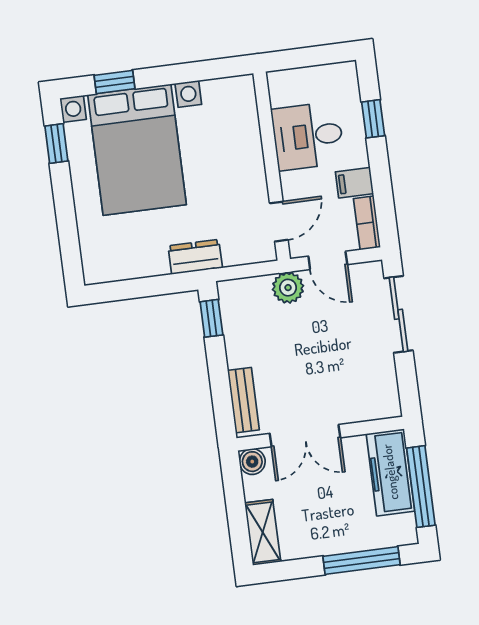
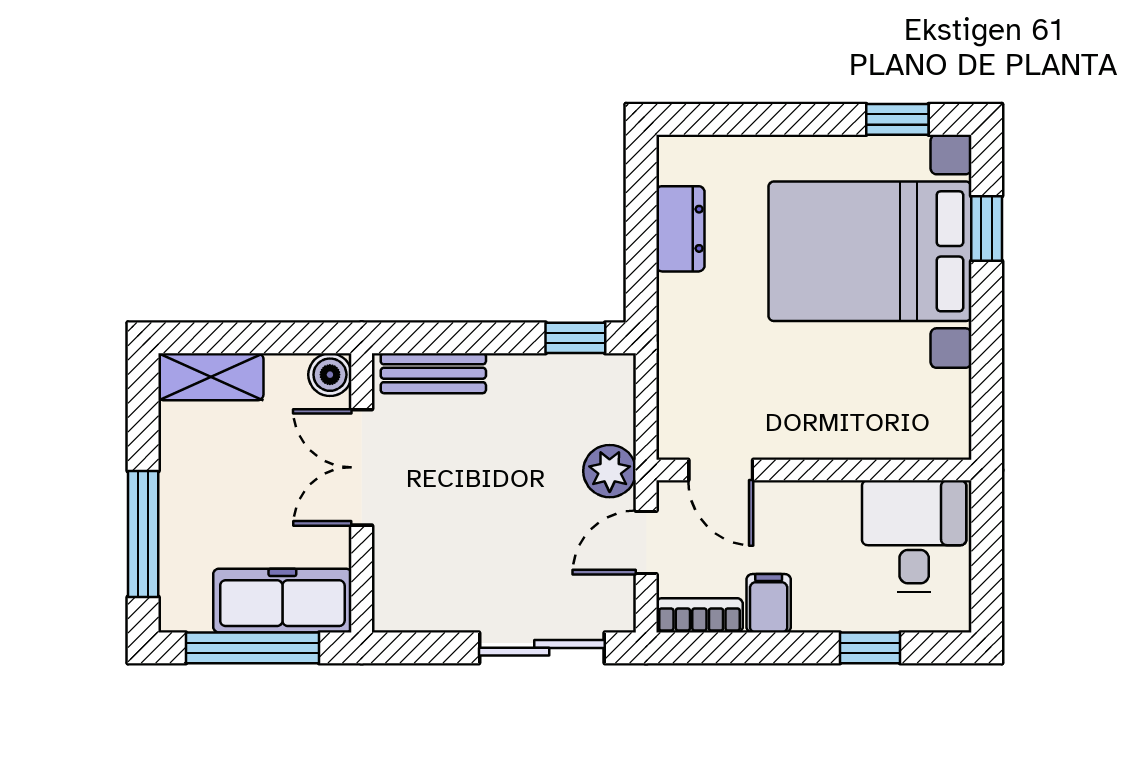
desk: (308, 136) -> (914, 536), moved
dresser: (195, 257) -> (680, 229), moved

